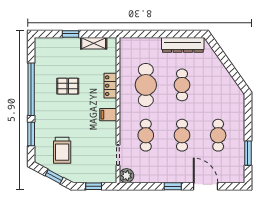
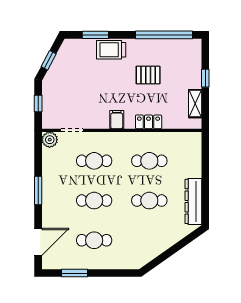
cafe table: (146, 85) -> (149, 161), width x0.73, depth x0.74
pallet: (68, 86) -> (148, 75), turned 90
window: (31, 89) -> (164, 35), moved
trolley: (62, 150) -> (111, 50), moved
window: (173, 186) -> (38, 190), width x1.50
door: (205, 186) -> (38, 242), moved

